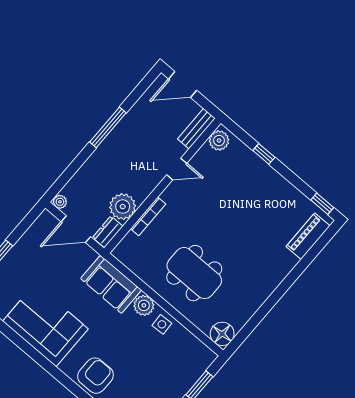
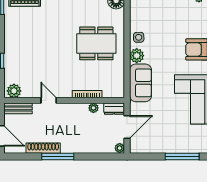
shoe rack: (130, 119) -> (43, 148), added
plant: (123, 207) -> (93, 108), width x0.53, depth x0.53
door: (76, 229) -> (127, 127), hinge flipped
dining table: (194, 273) -> (96, 43), turned 90

